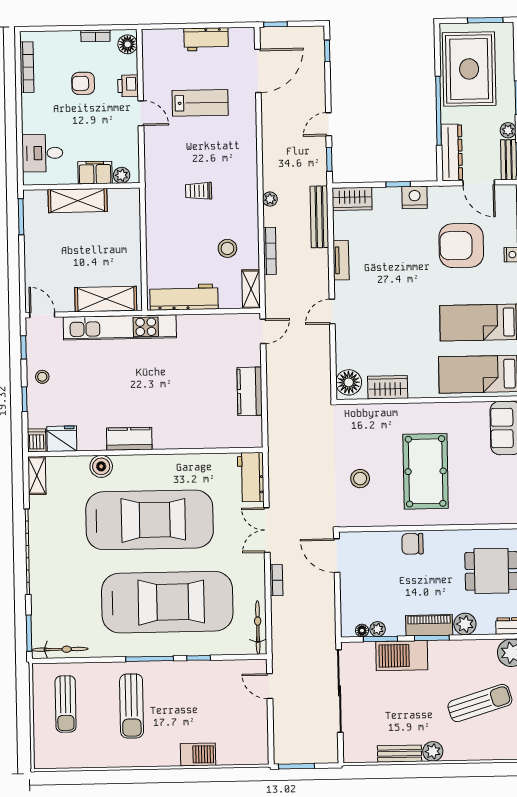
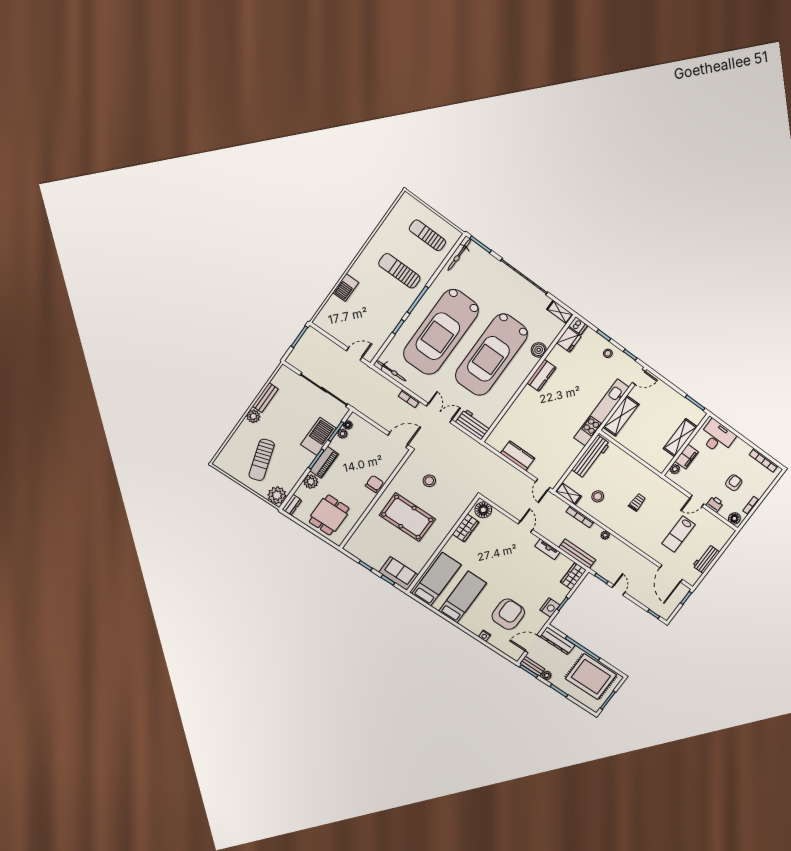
desk: (42, 153) -> (717, 437), width x1.37

